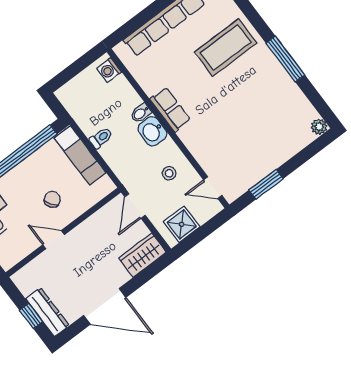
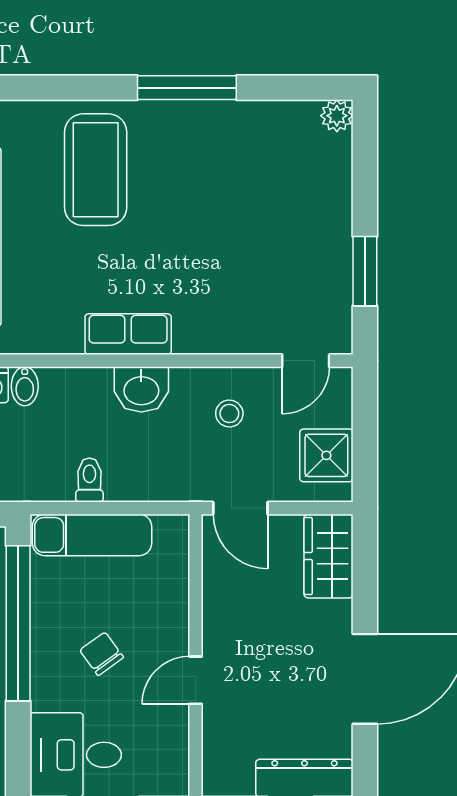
bidet: (141, 113) -> (25, 386), moved
chair: (52, 199) -> (102, 654), moved

